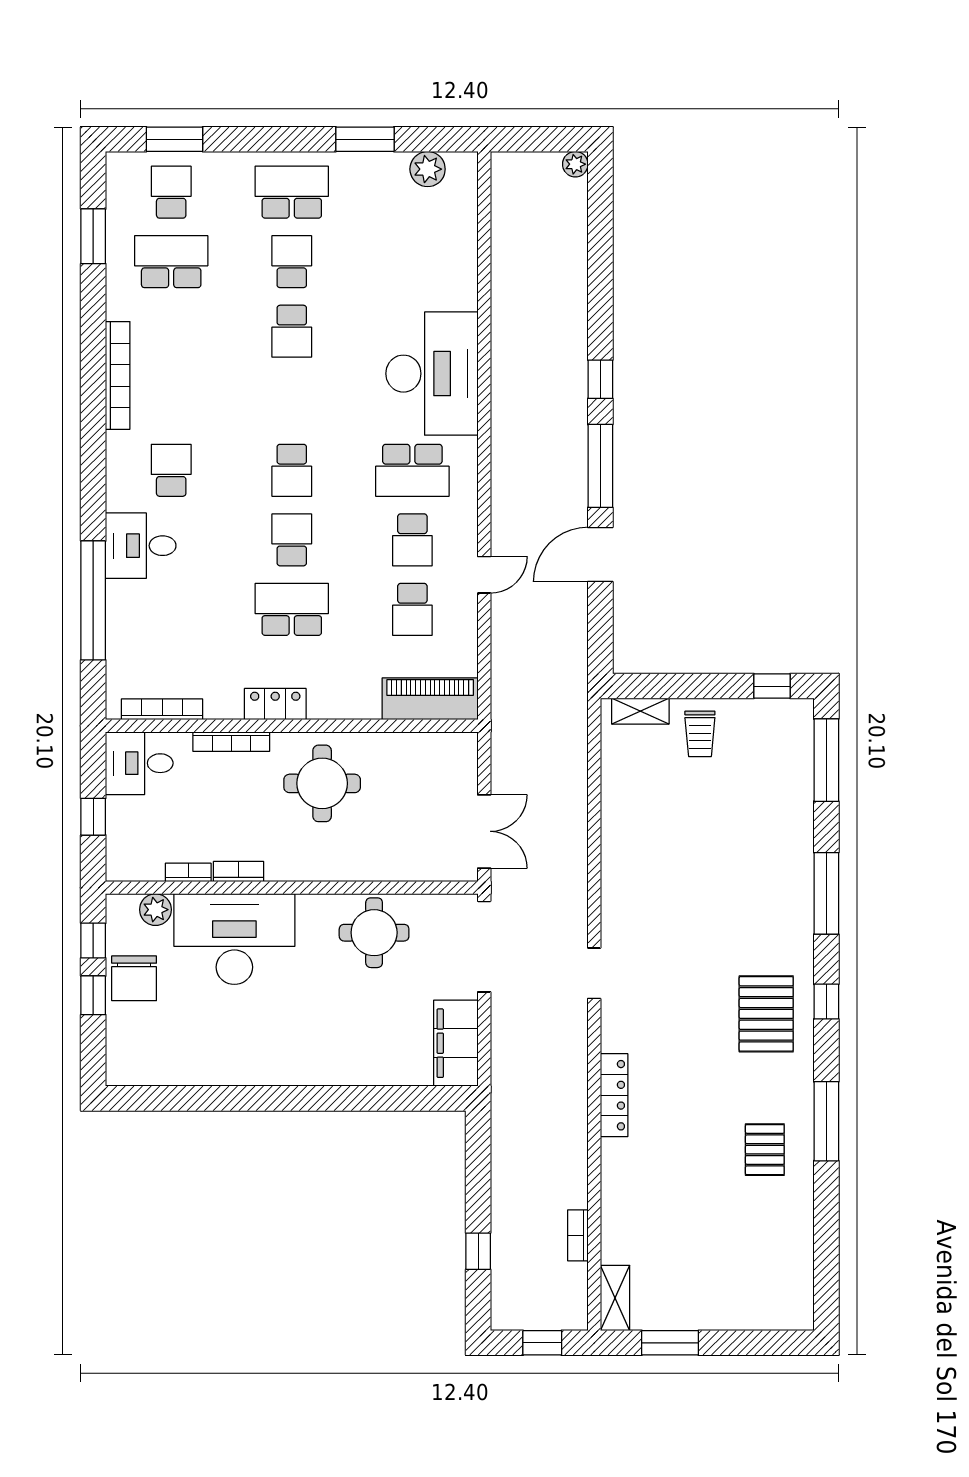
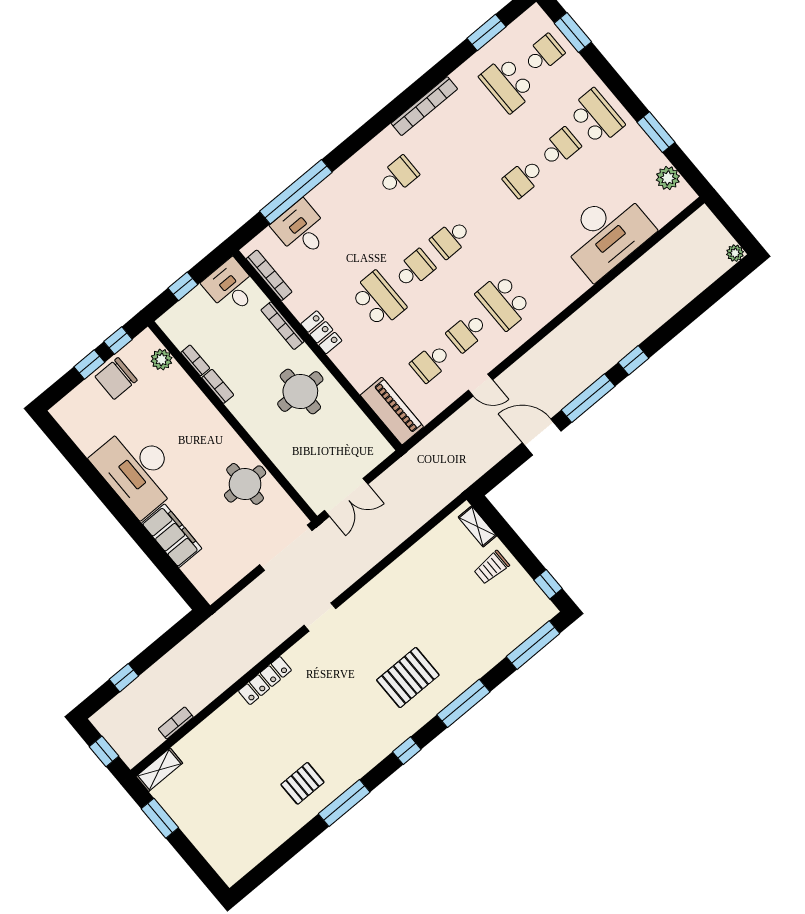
school desk: (171, 262) -> (507, 84), turned 180
desk: (432, 374) -> (606, 234), moved
desk: (141, 546) -> (301, 229), moved
desk: (234, 939) -> (137, 470), moved, turned 180
pallet: (766, 1014) -> (408, 678), moved
filing cabinet: (456, 1043) -> (172, 536), moved, turned 90

